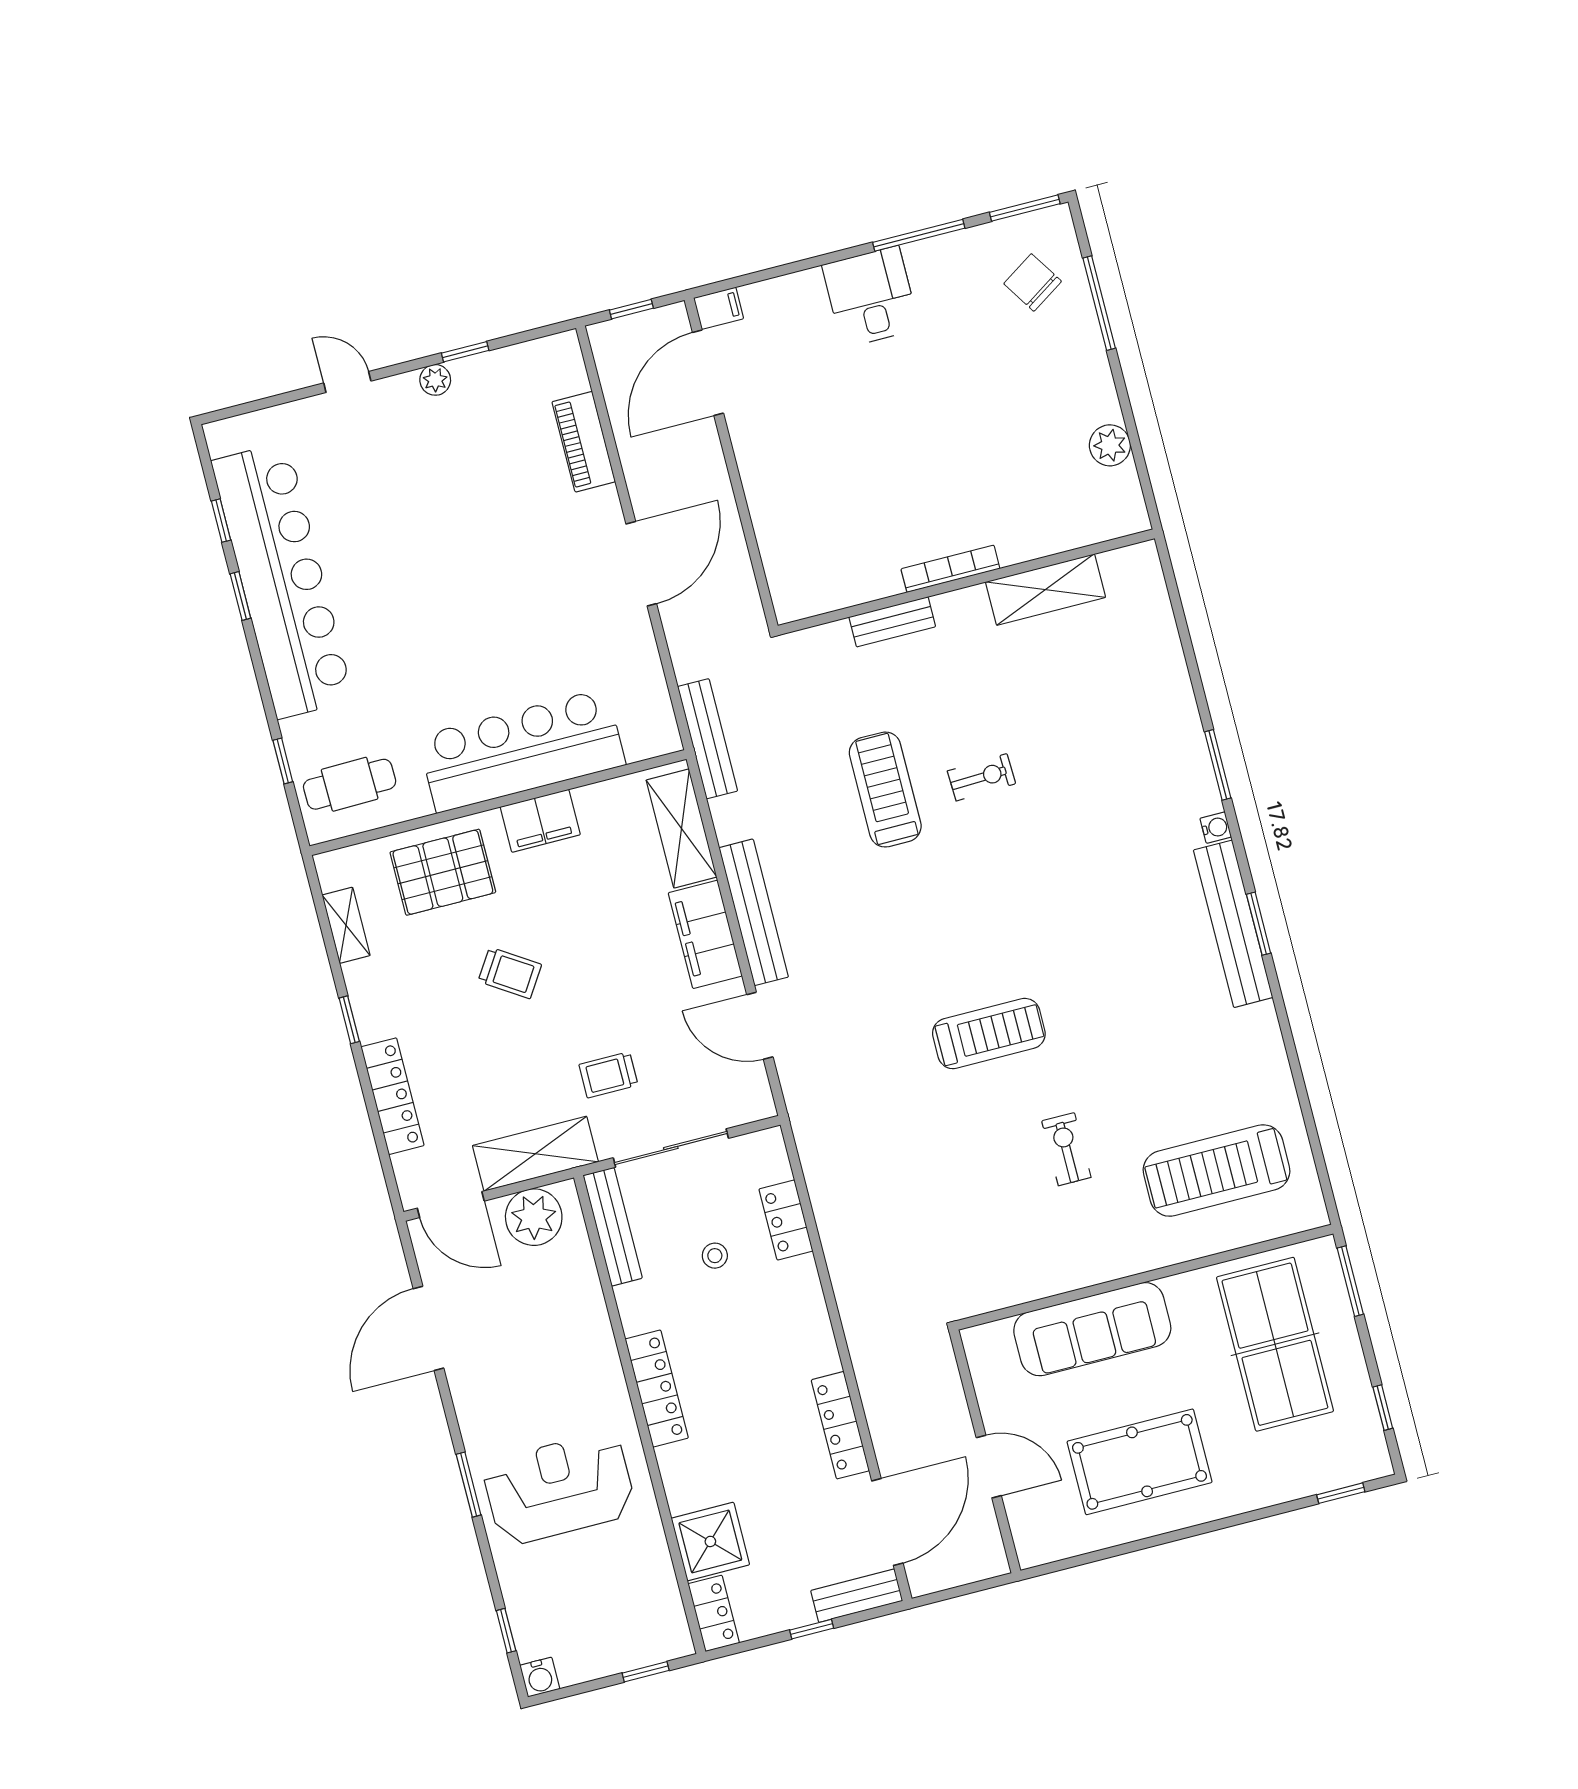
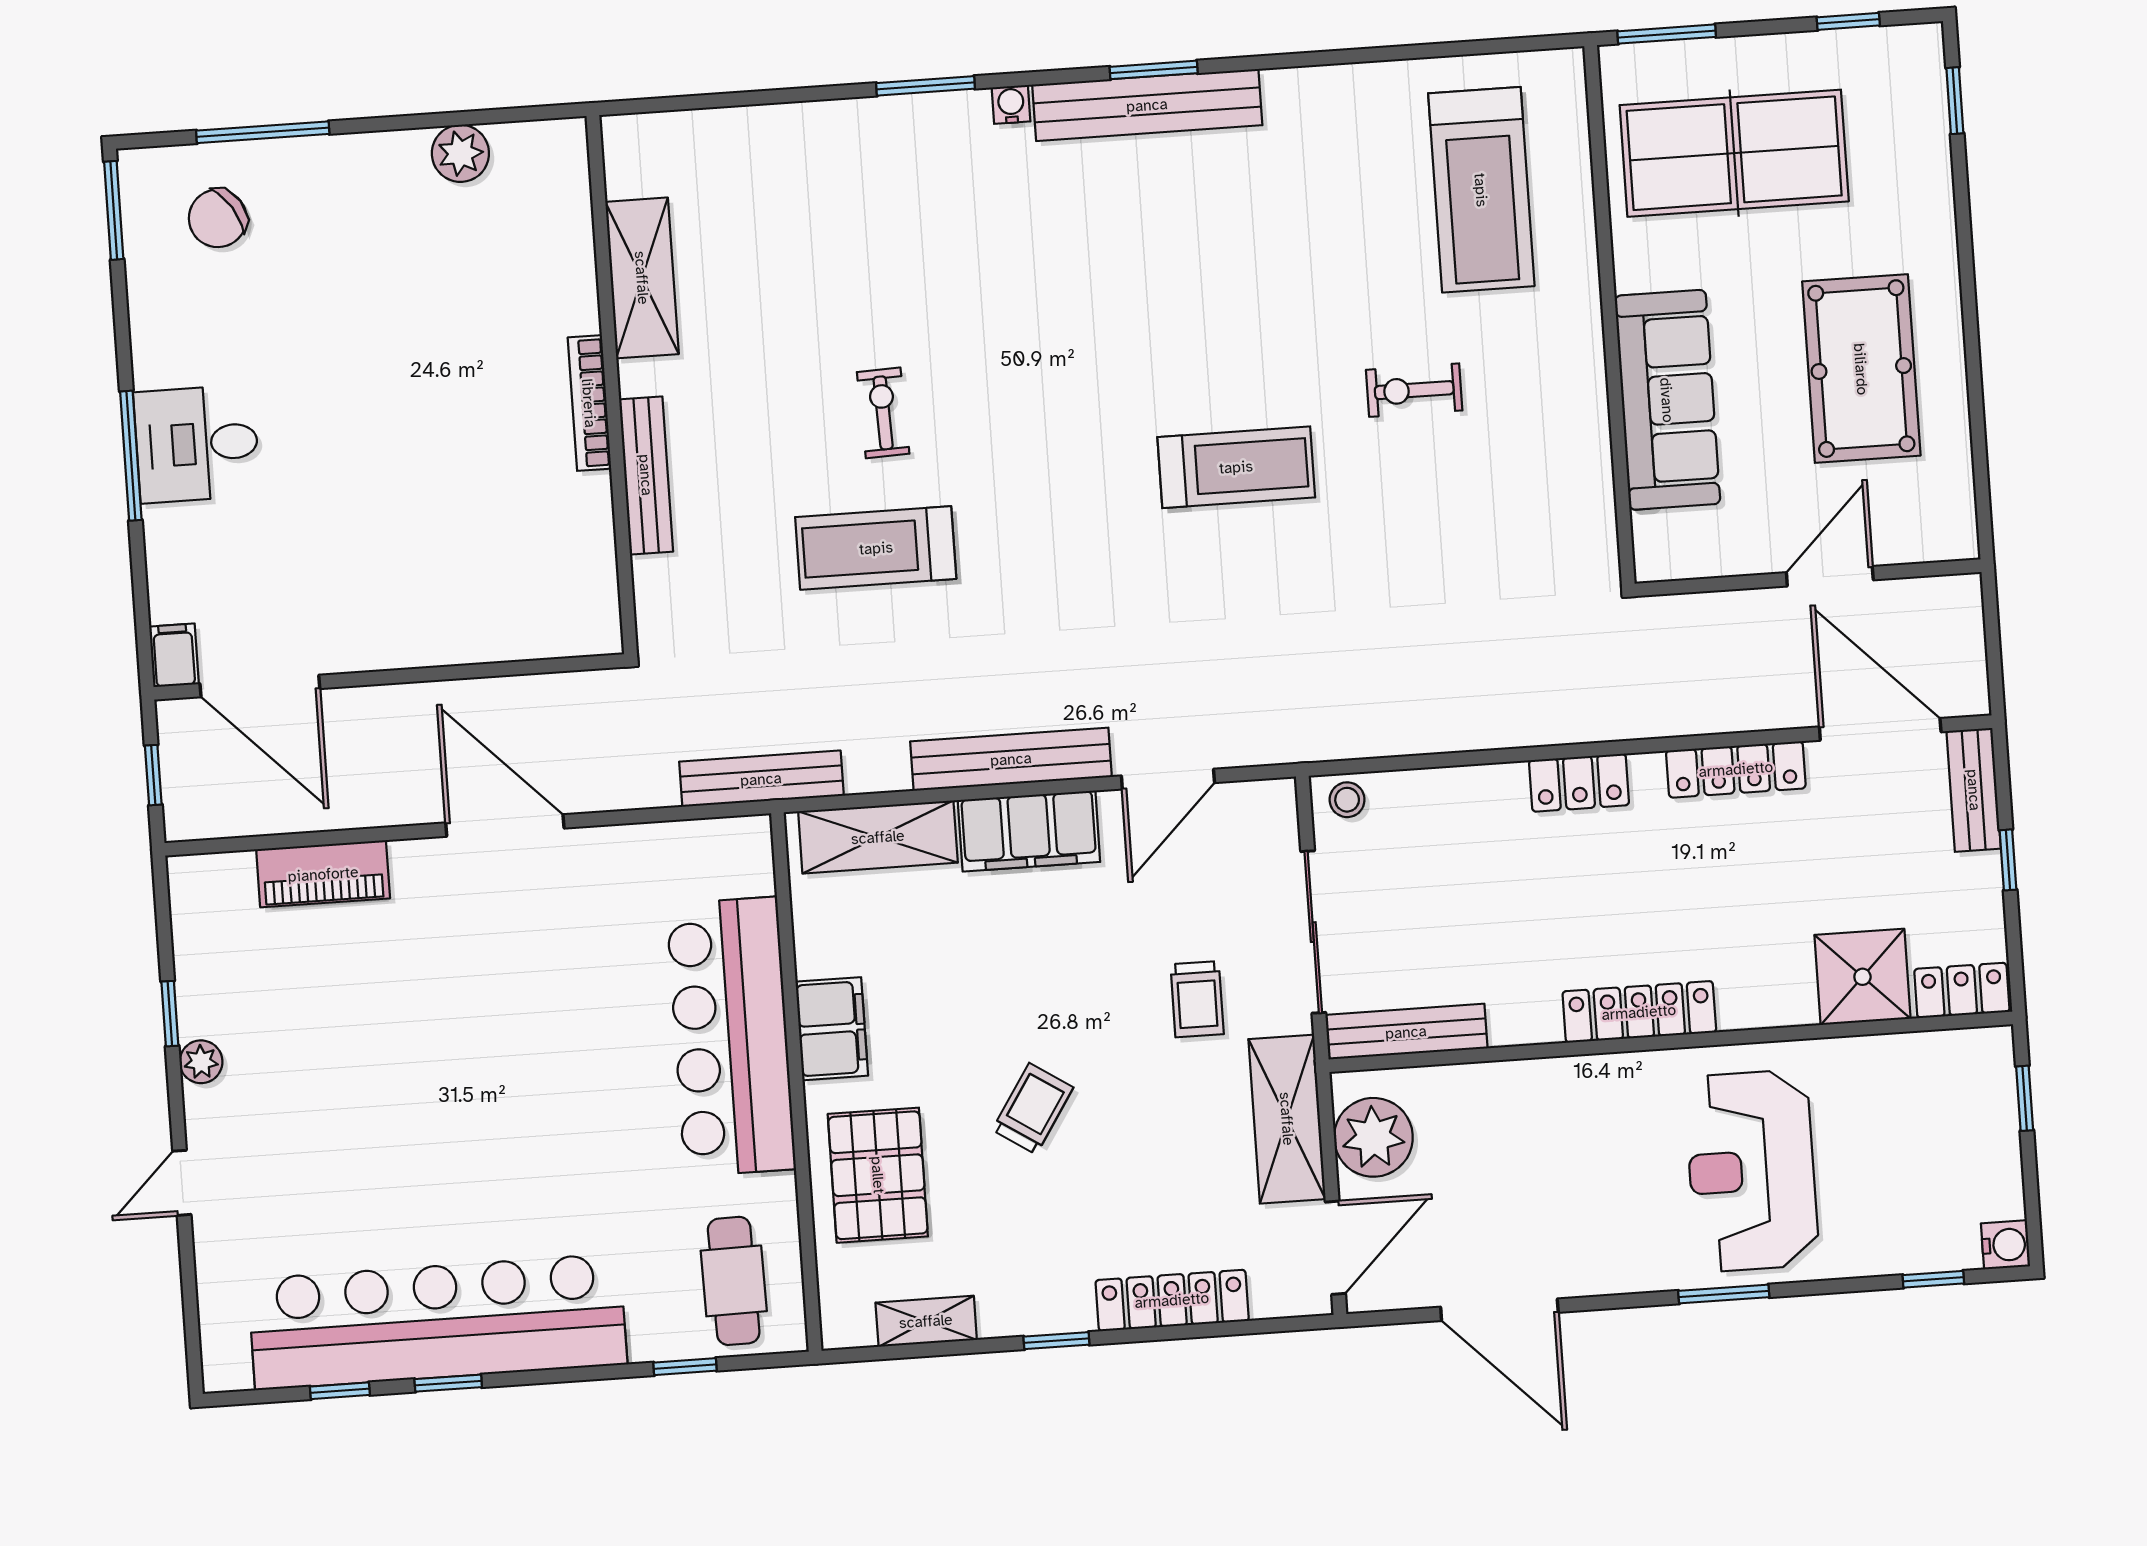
window: (919, 235) -> (131, 456), moved
bench: (892, 622) -> (646, 475), width x1.36
treadmill: (989, 1034) -> (1236, 467), turned 90
locker: (786, 1220) -> (1579, 783), moved
stool: (715, 1256) -> (1347, 800), moved

